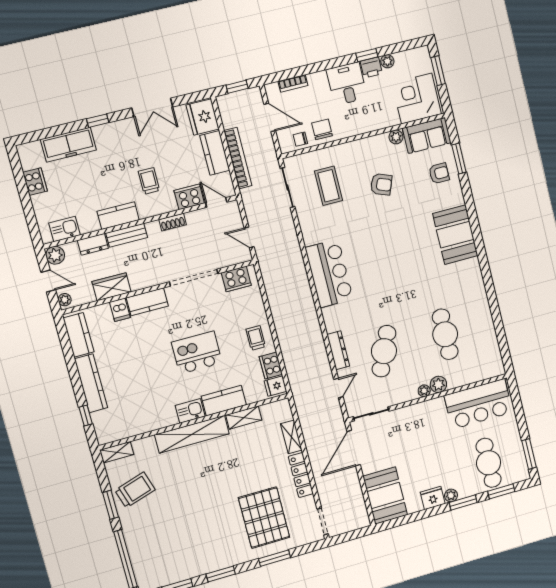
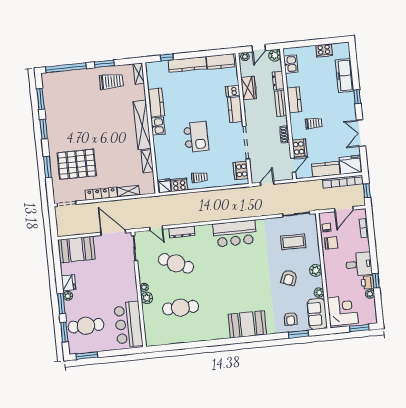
plant: (365, 147) -> (316, 270), added
bookcase: (238, 158) -> (343, 182), moved
kitchen counter: (224, 401) -> (156, 103), moved
trolley: (135, 490) -> (111, 81), turned -73

